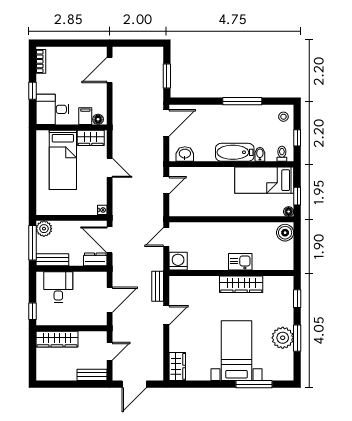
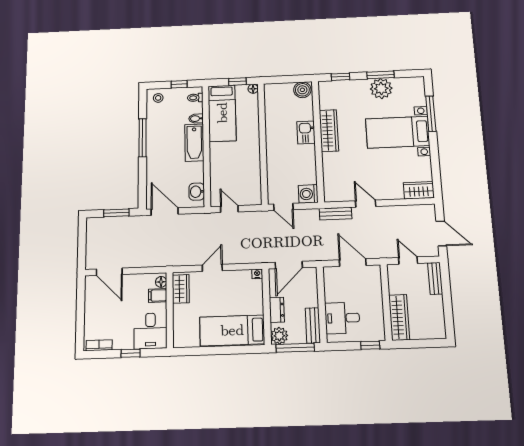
bed: (63, 160) -> (232, 330), moved, turned 180
boiler: (285, 233) -> (302, 90), moved
dresser: (95, 259) -> (277, 310), moved, turned 180

